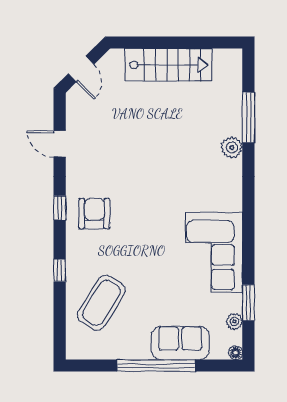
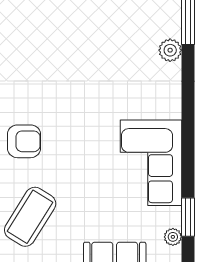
armchair: (94, 214) -> (24, 141), moved, turned 90

